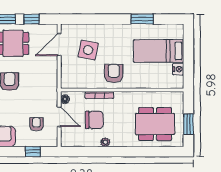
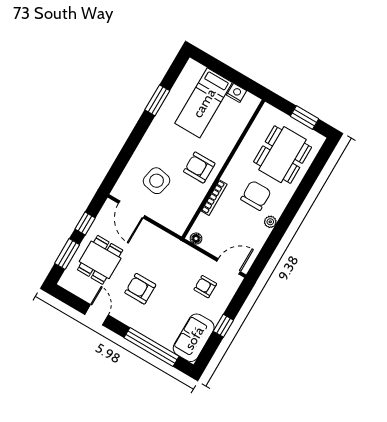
door: (59, 117) -> (229, 266), moved
chair: (94, 120) -> (256, 195), moved
window: (33, 152) -> (223, 326), moved

